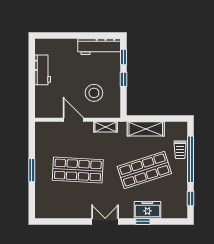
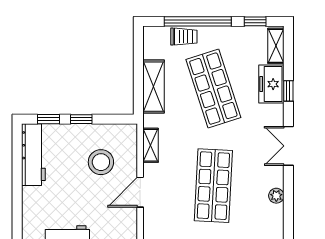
plant: (71, 213) -> (276, 196), added
shelving: (174, 213) -> (276, 46), added

